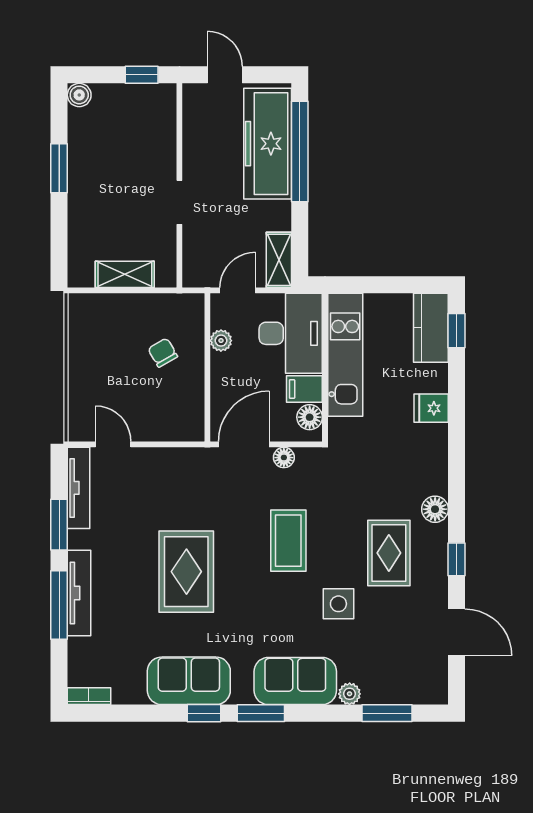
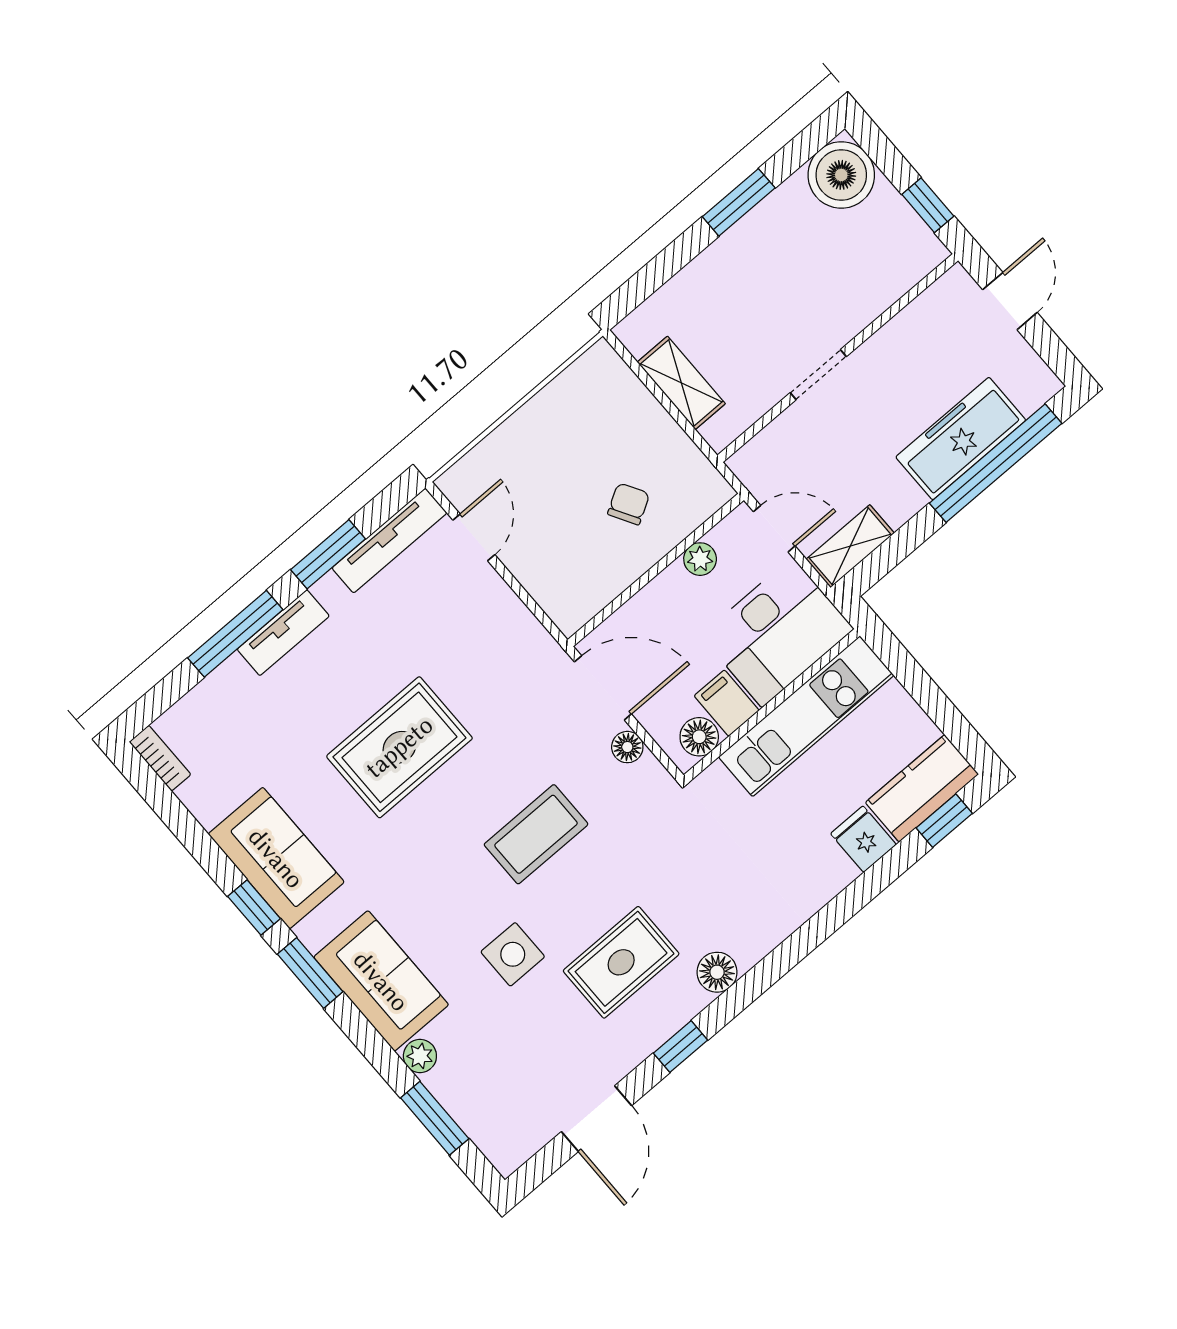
boiler: (79, 95) -> (841, 175), width x1.86, depth x1.86
freezer: (268, 144) -> (961, 439), width x0.73, depth x0.79
fridge: (431, 408) -> (863, 839), moved
tv unit: (79, 593) -> (283, 633), width x0.71

